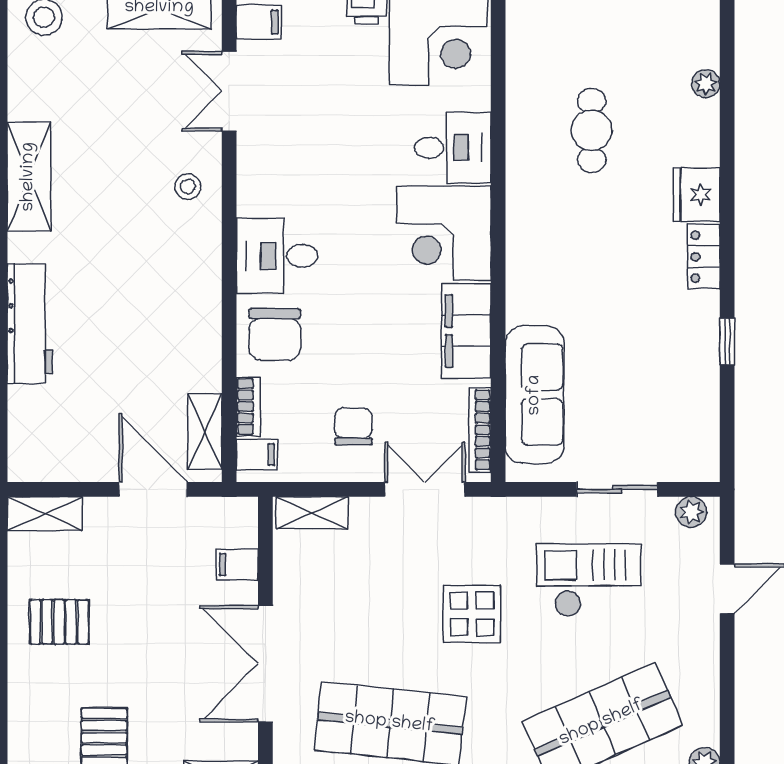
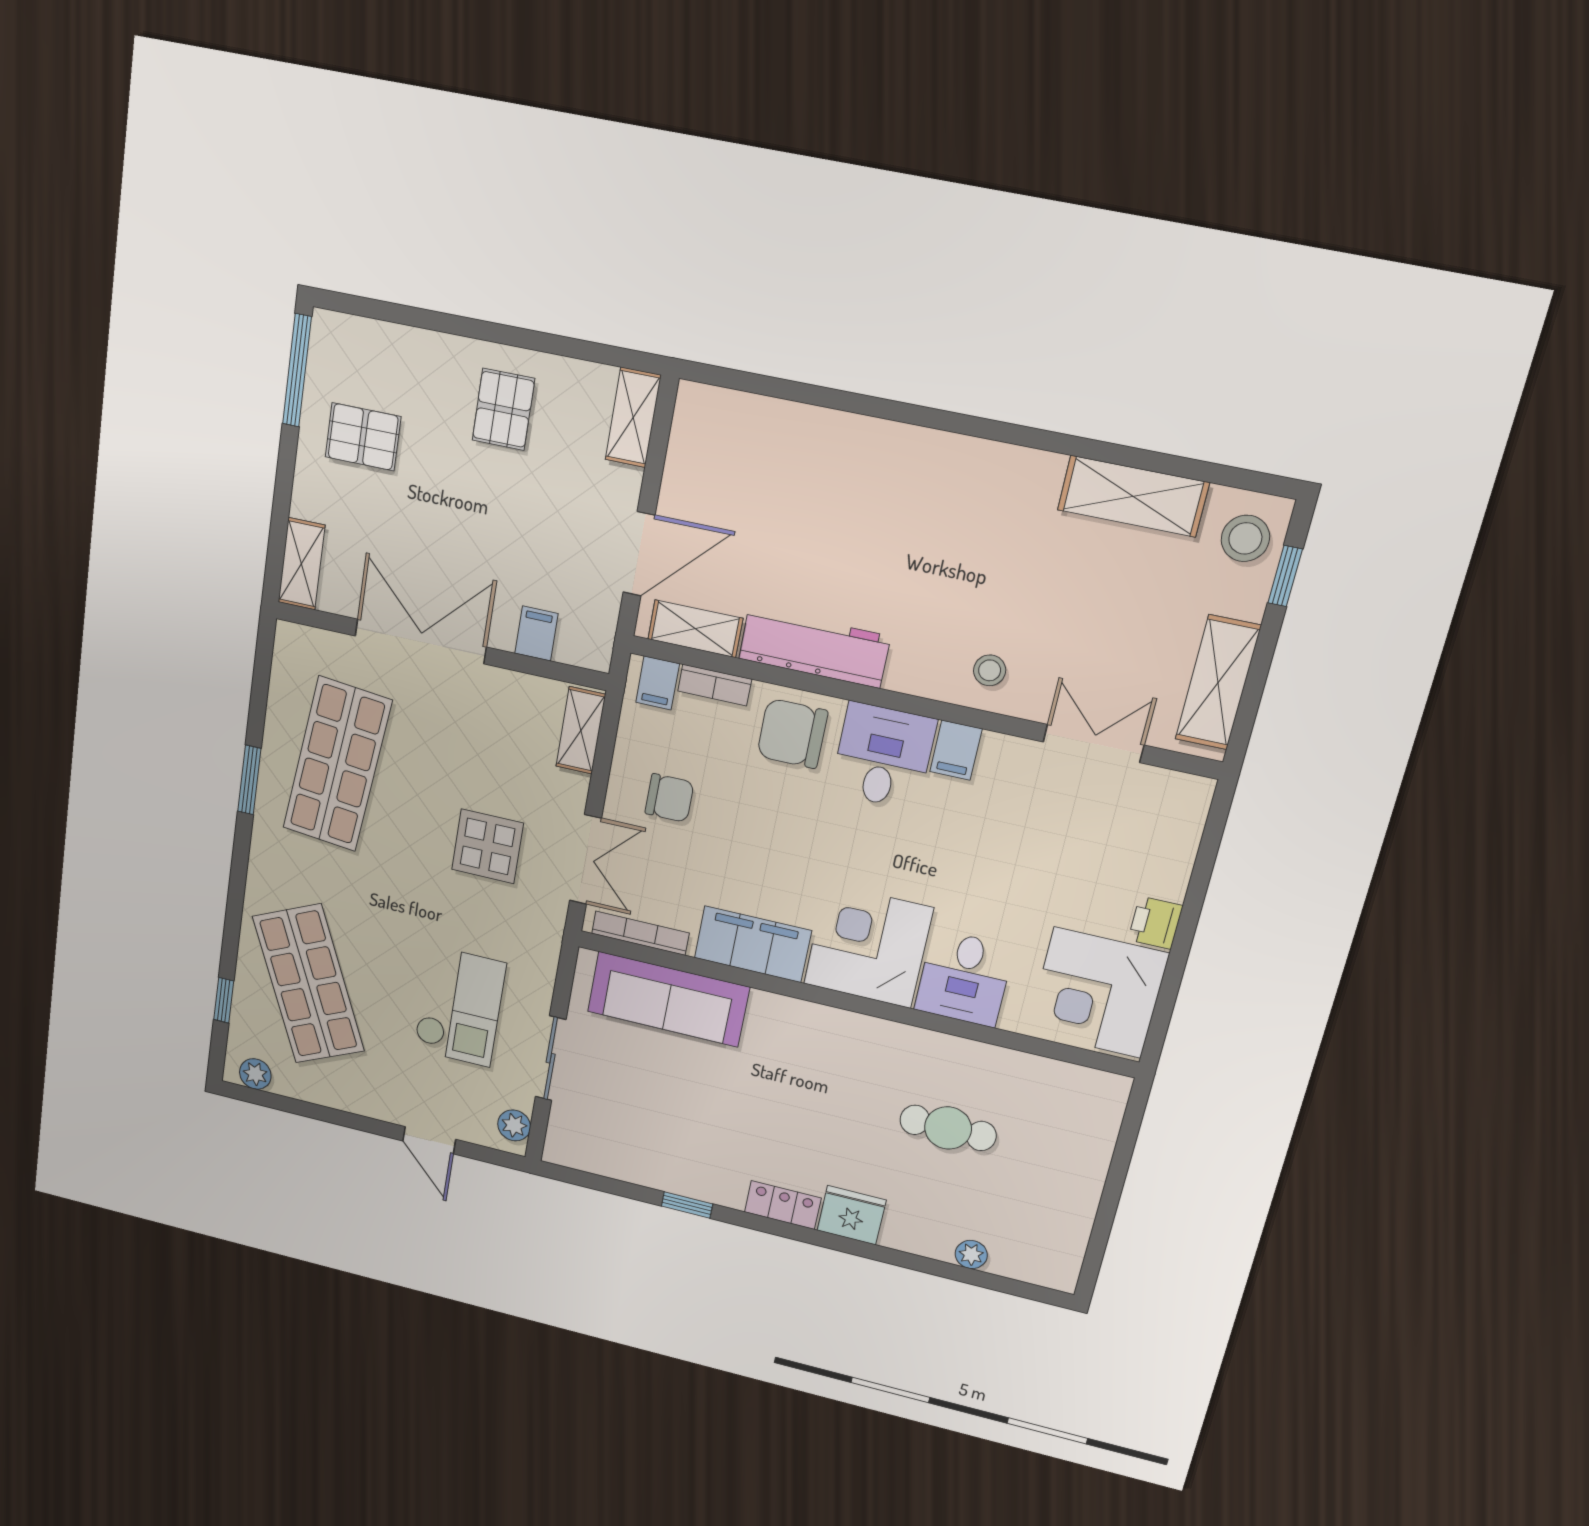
filing cabinet: (259, 22) -> (956, 750), moved
shelving: (29, 177) -> (1133, 496), moved
workbench: (30, 324) -> (814, 647), moved, turned 180
display table: (472, 614) -> (488, 846), moved

